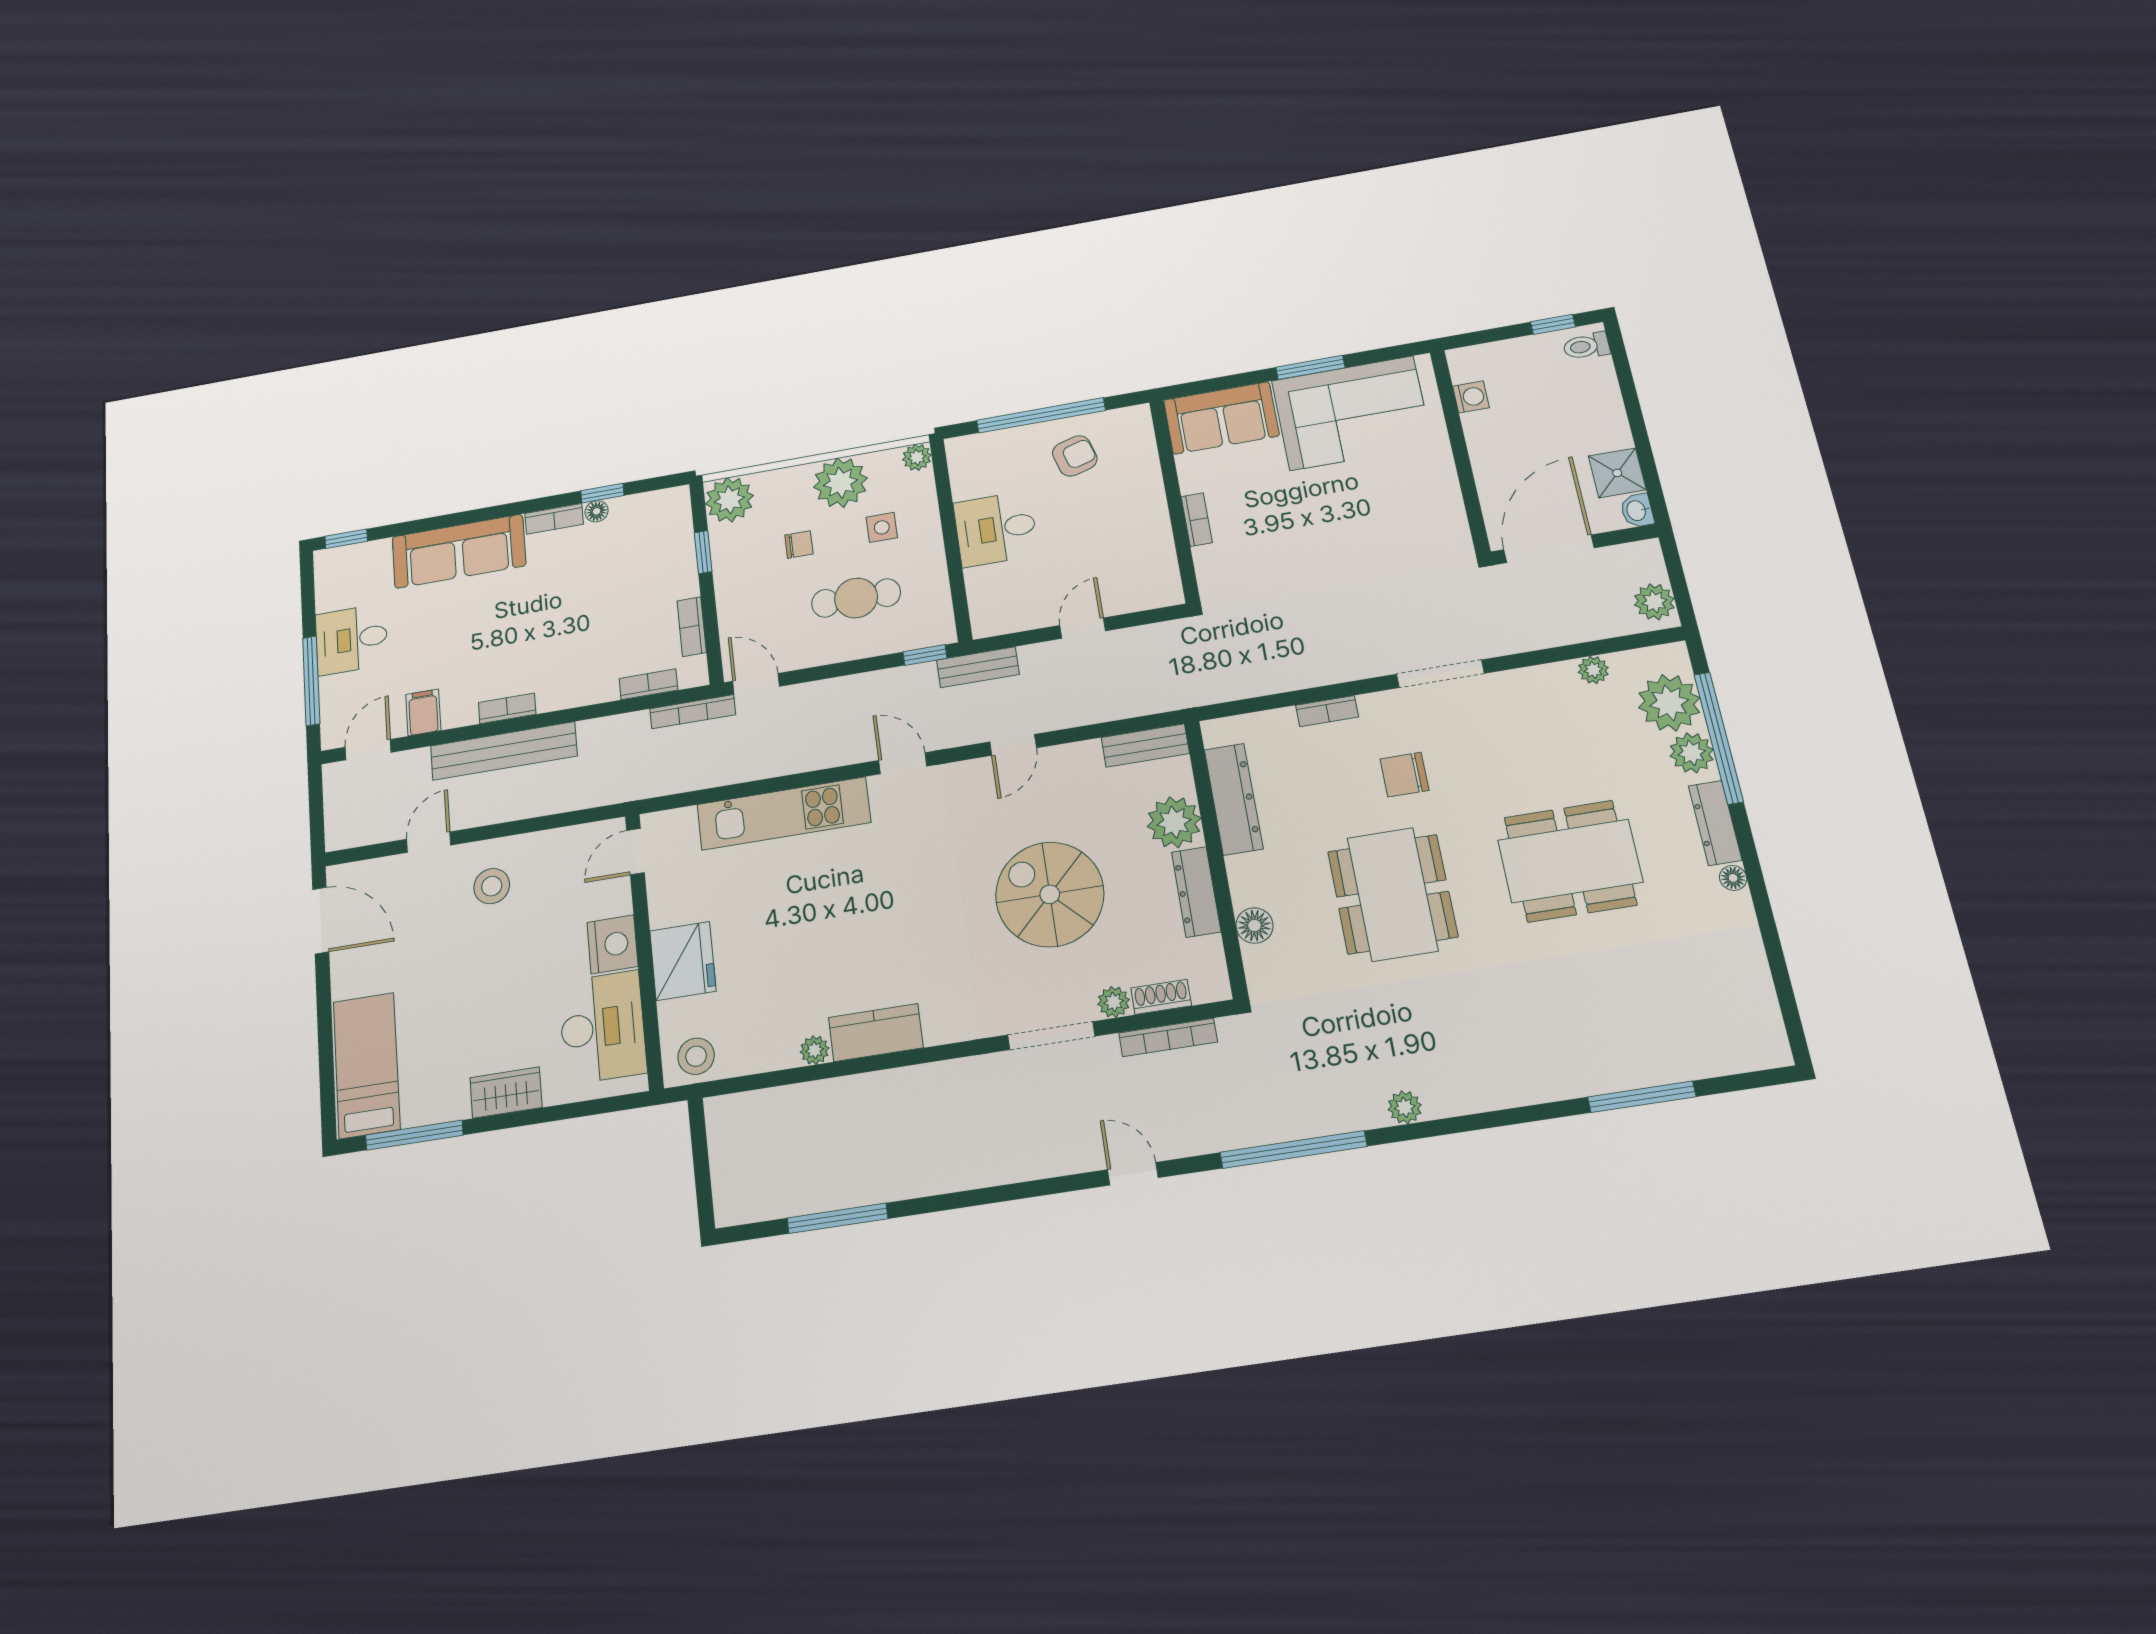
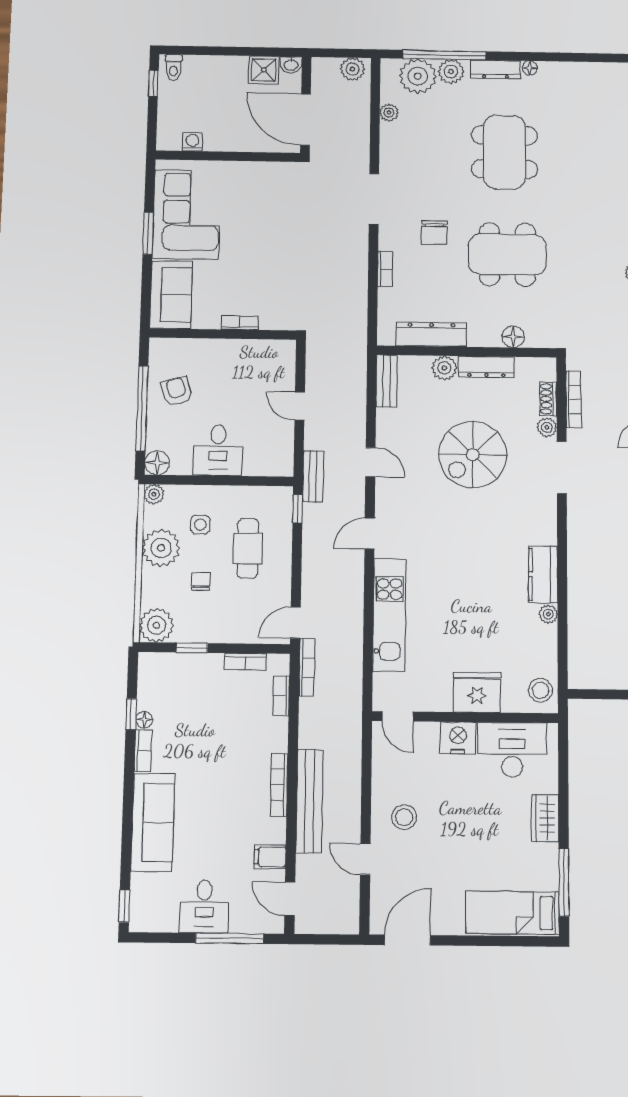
floor lamp: (964, 452) -> (157, 463), added
bookcase: (507, 708) -> (279, 785), width x1.56
plant: (1174, 822) -> (444, 368), width x0.73, depth x0.73

